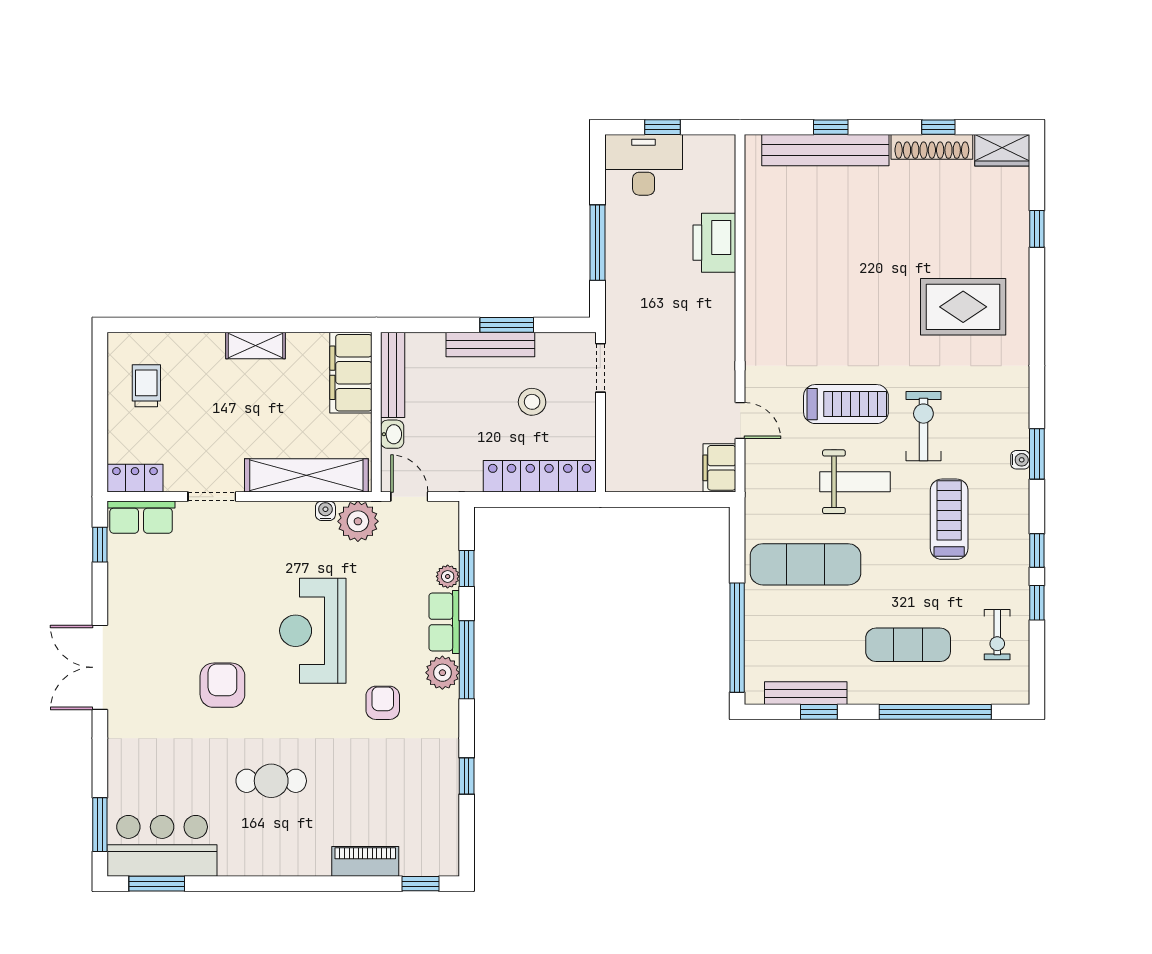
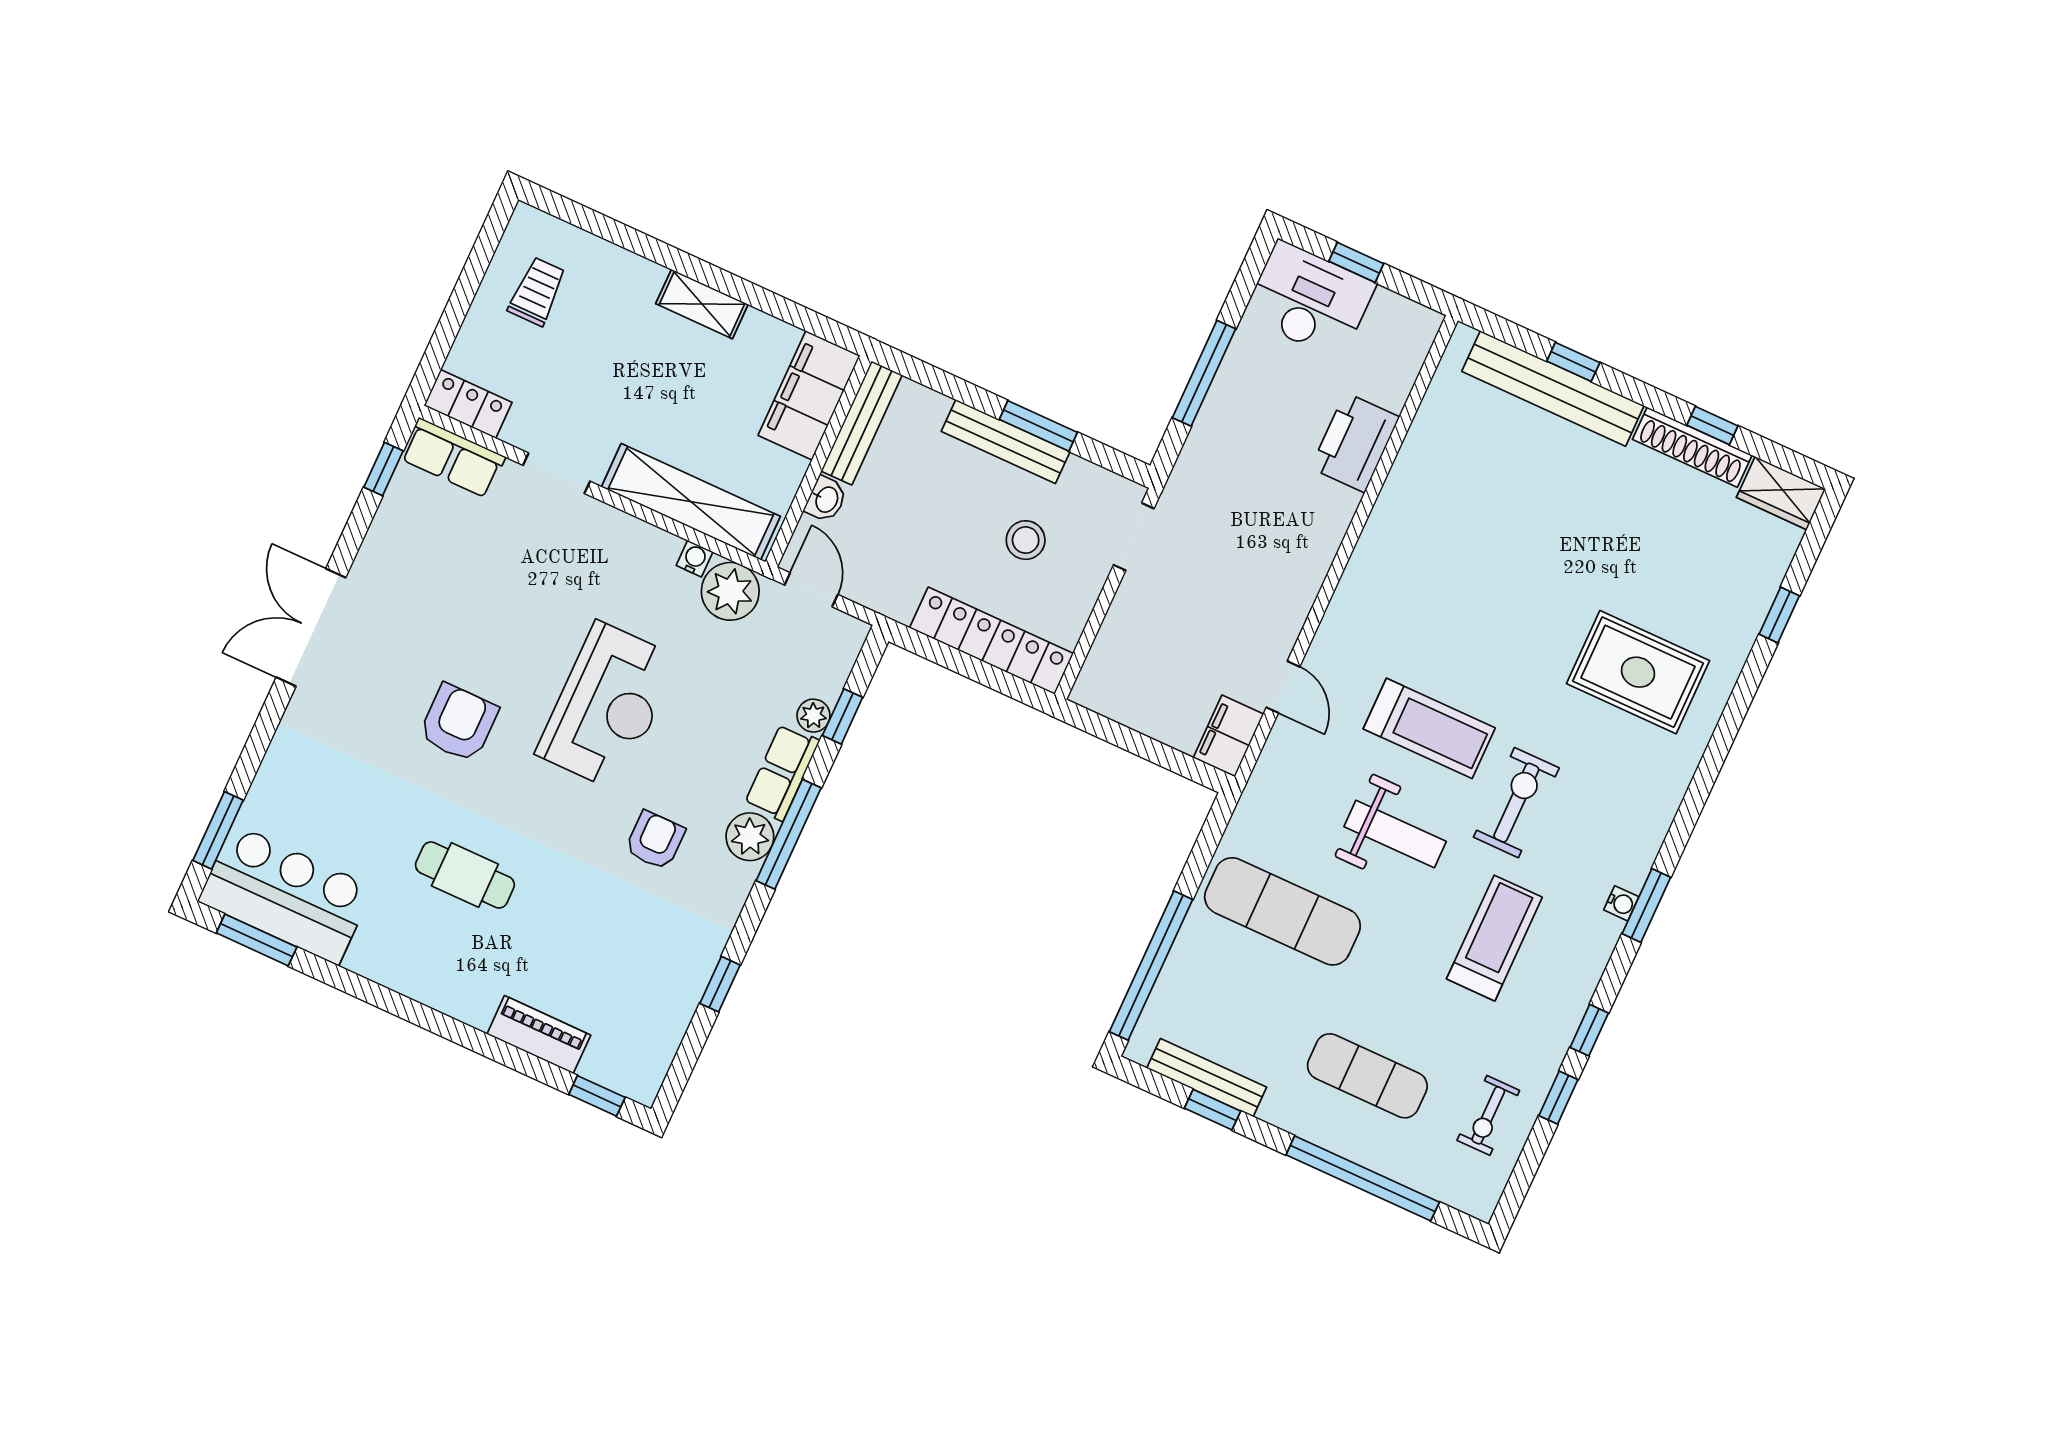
reception desk: (313, 631) -> (607, 706), turned 180

